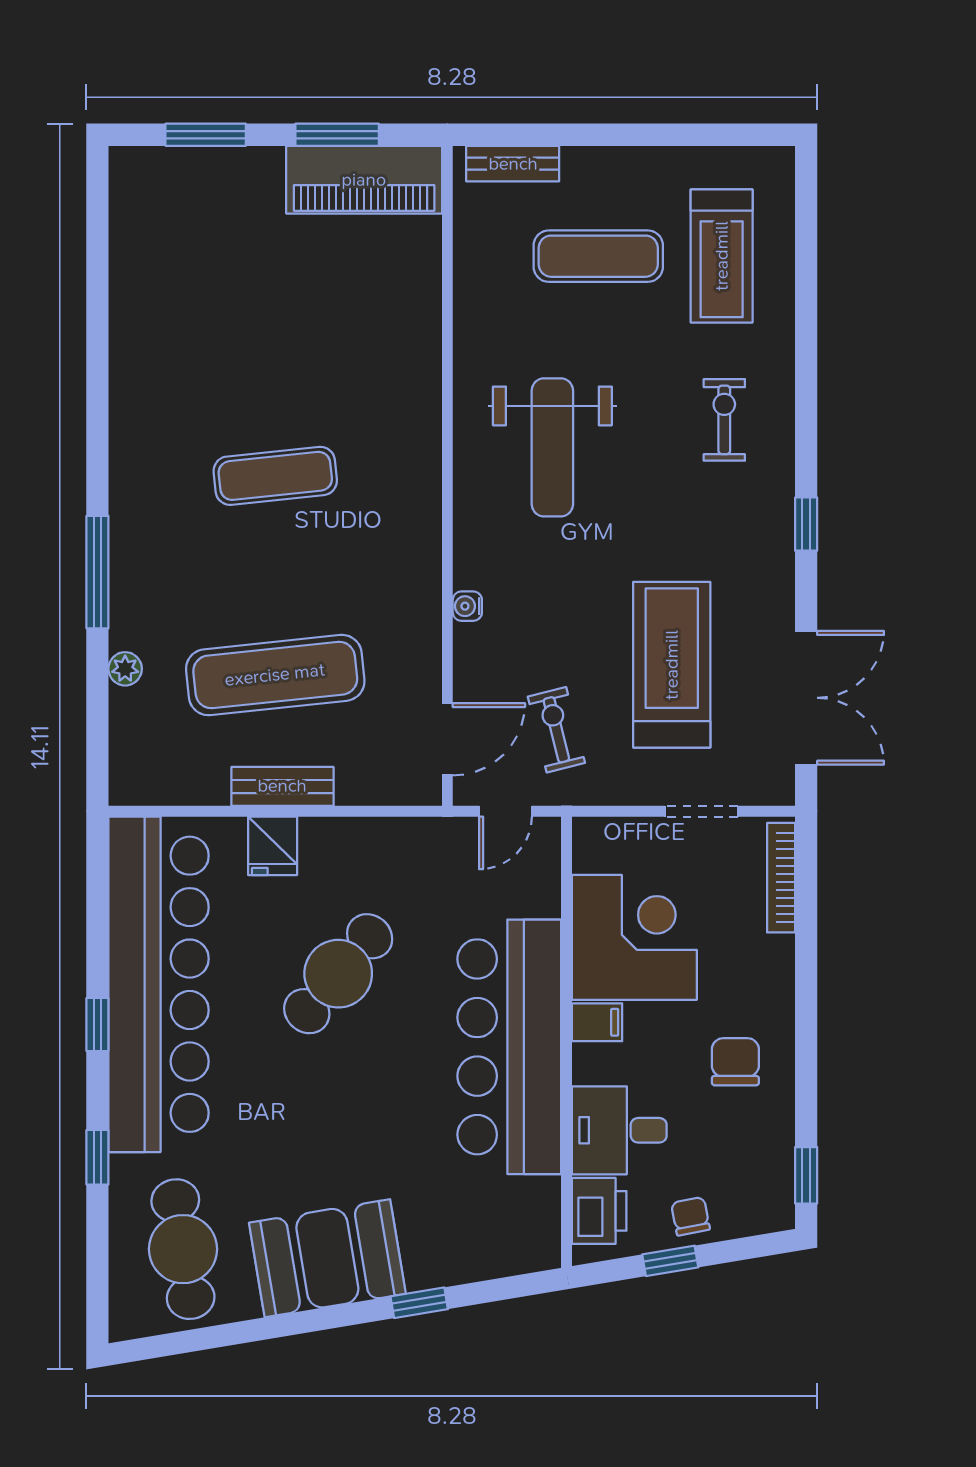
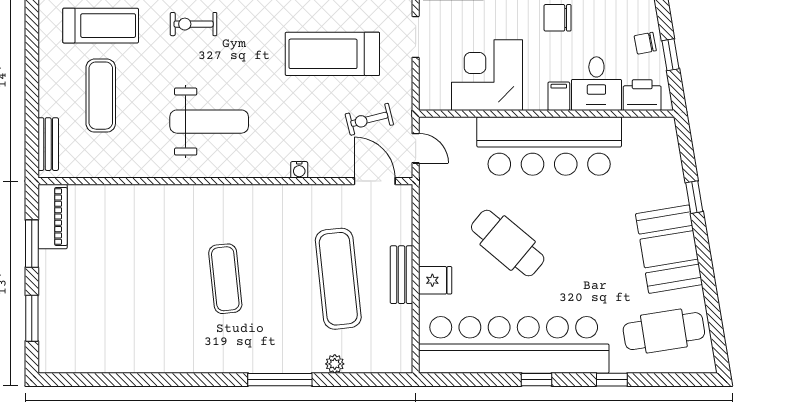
piano: (364, 180) -> (53, 216), width x0.73, depth x0.75
filing cabinet: (597, 1022) -> (559, 96), moved

